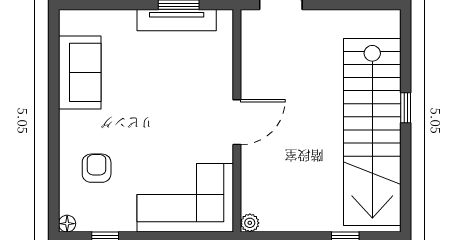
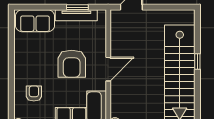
sofa: (80, 72) -> (35, 21), moved, turned 90
armchair: (168, 112) -> (72, 64), added

